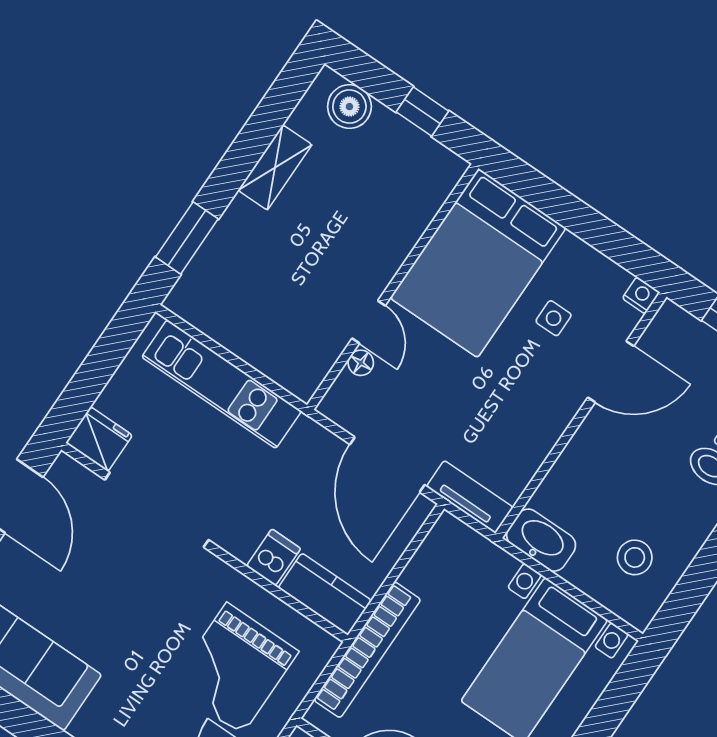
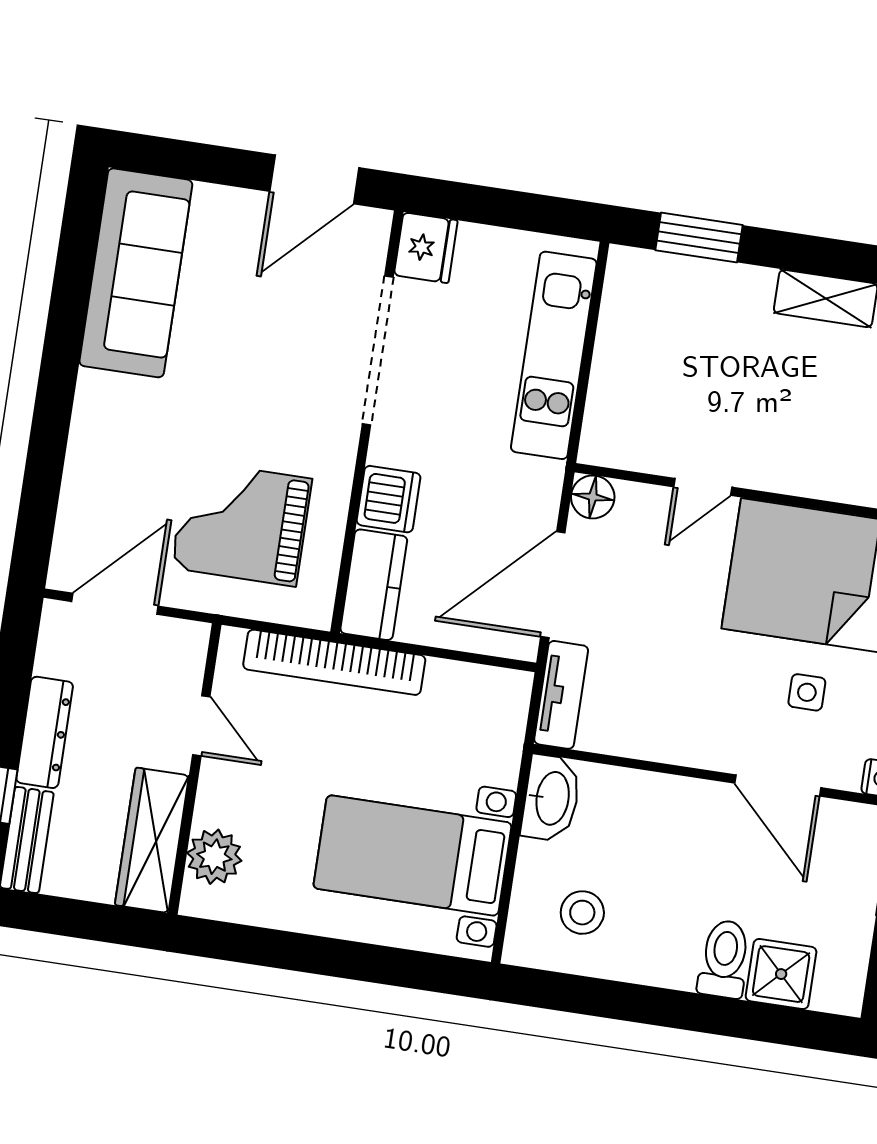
floor lamp: (361, 363) -> (593, 497), moved, width x1.37, depth x1.37
dishwasher: (274, 557) -> (389, 499), width x1.38

